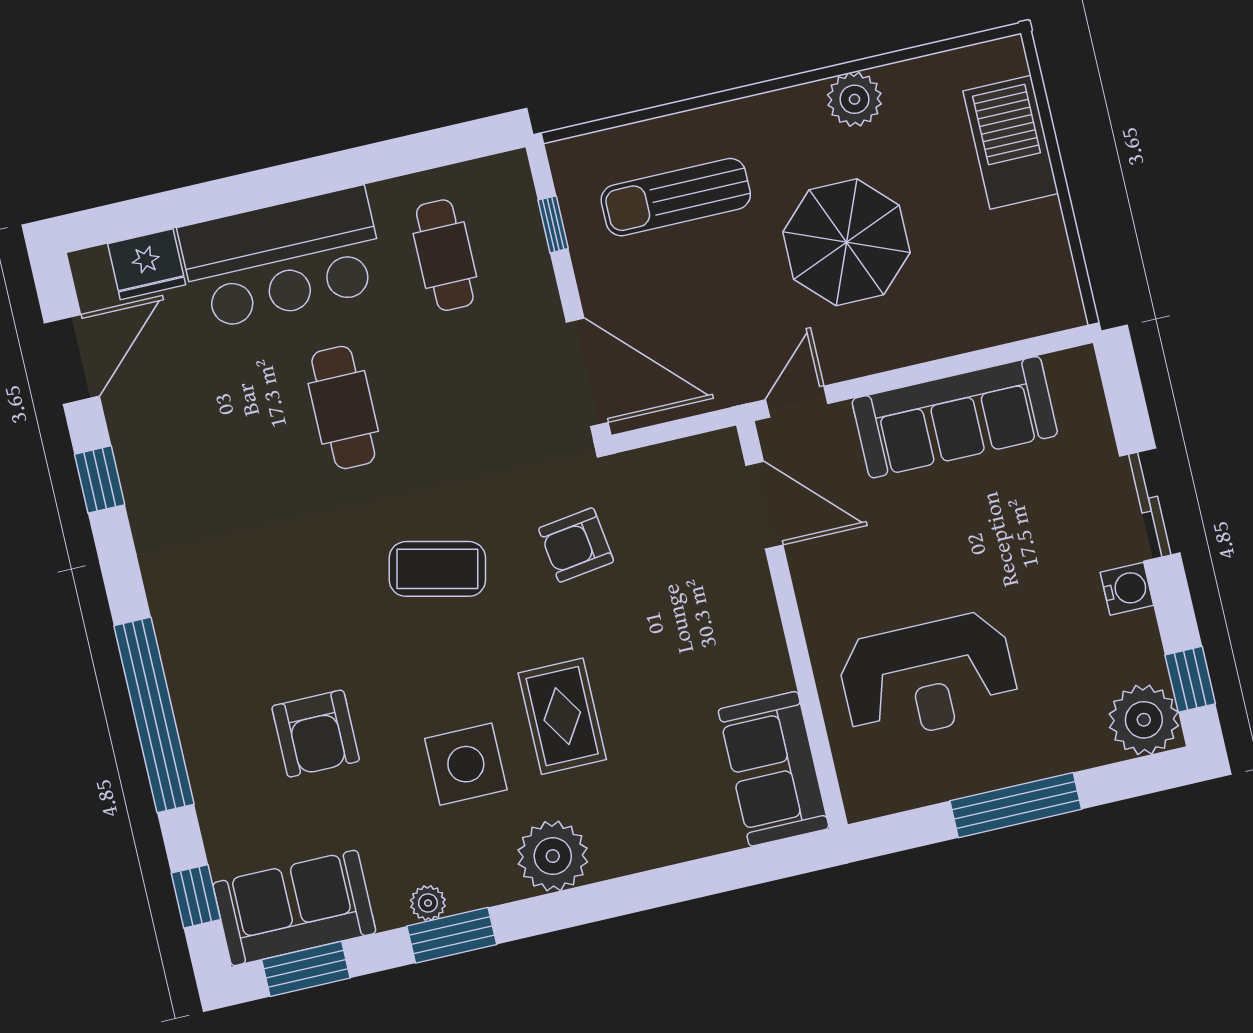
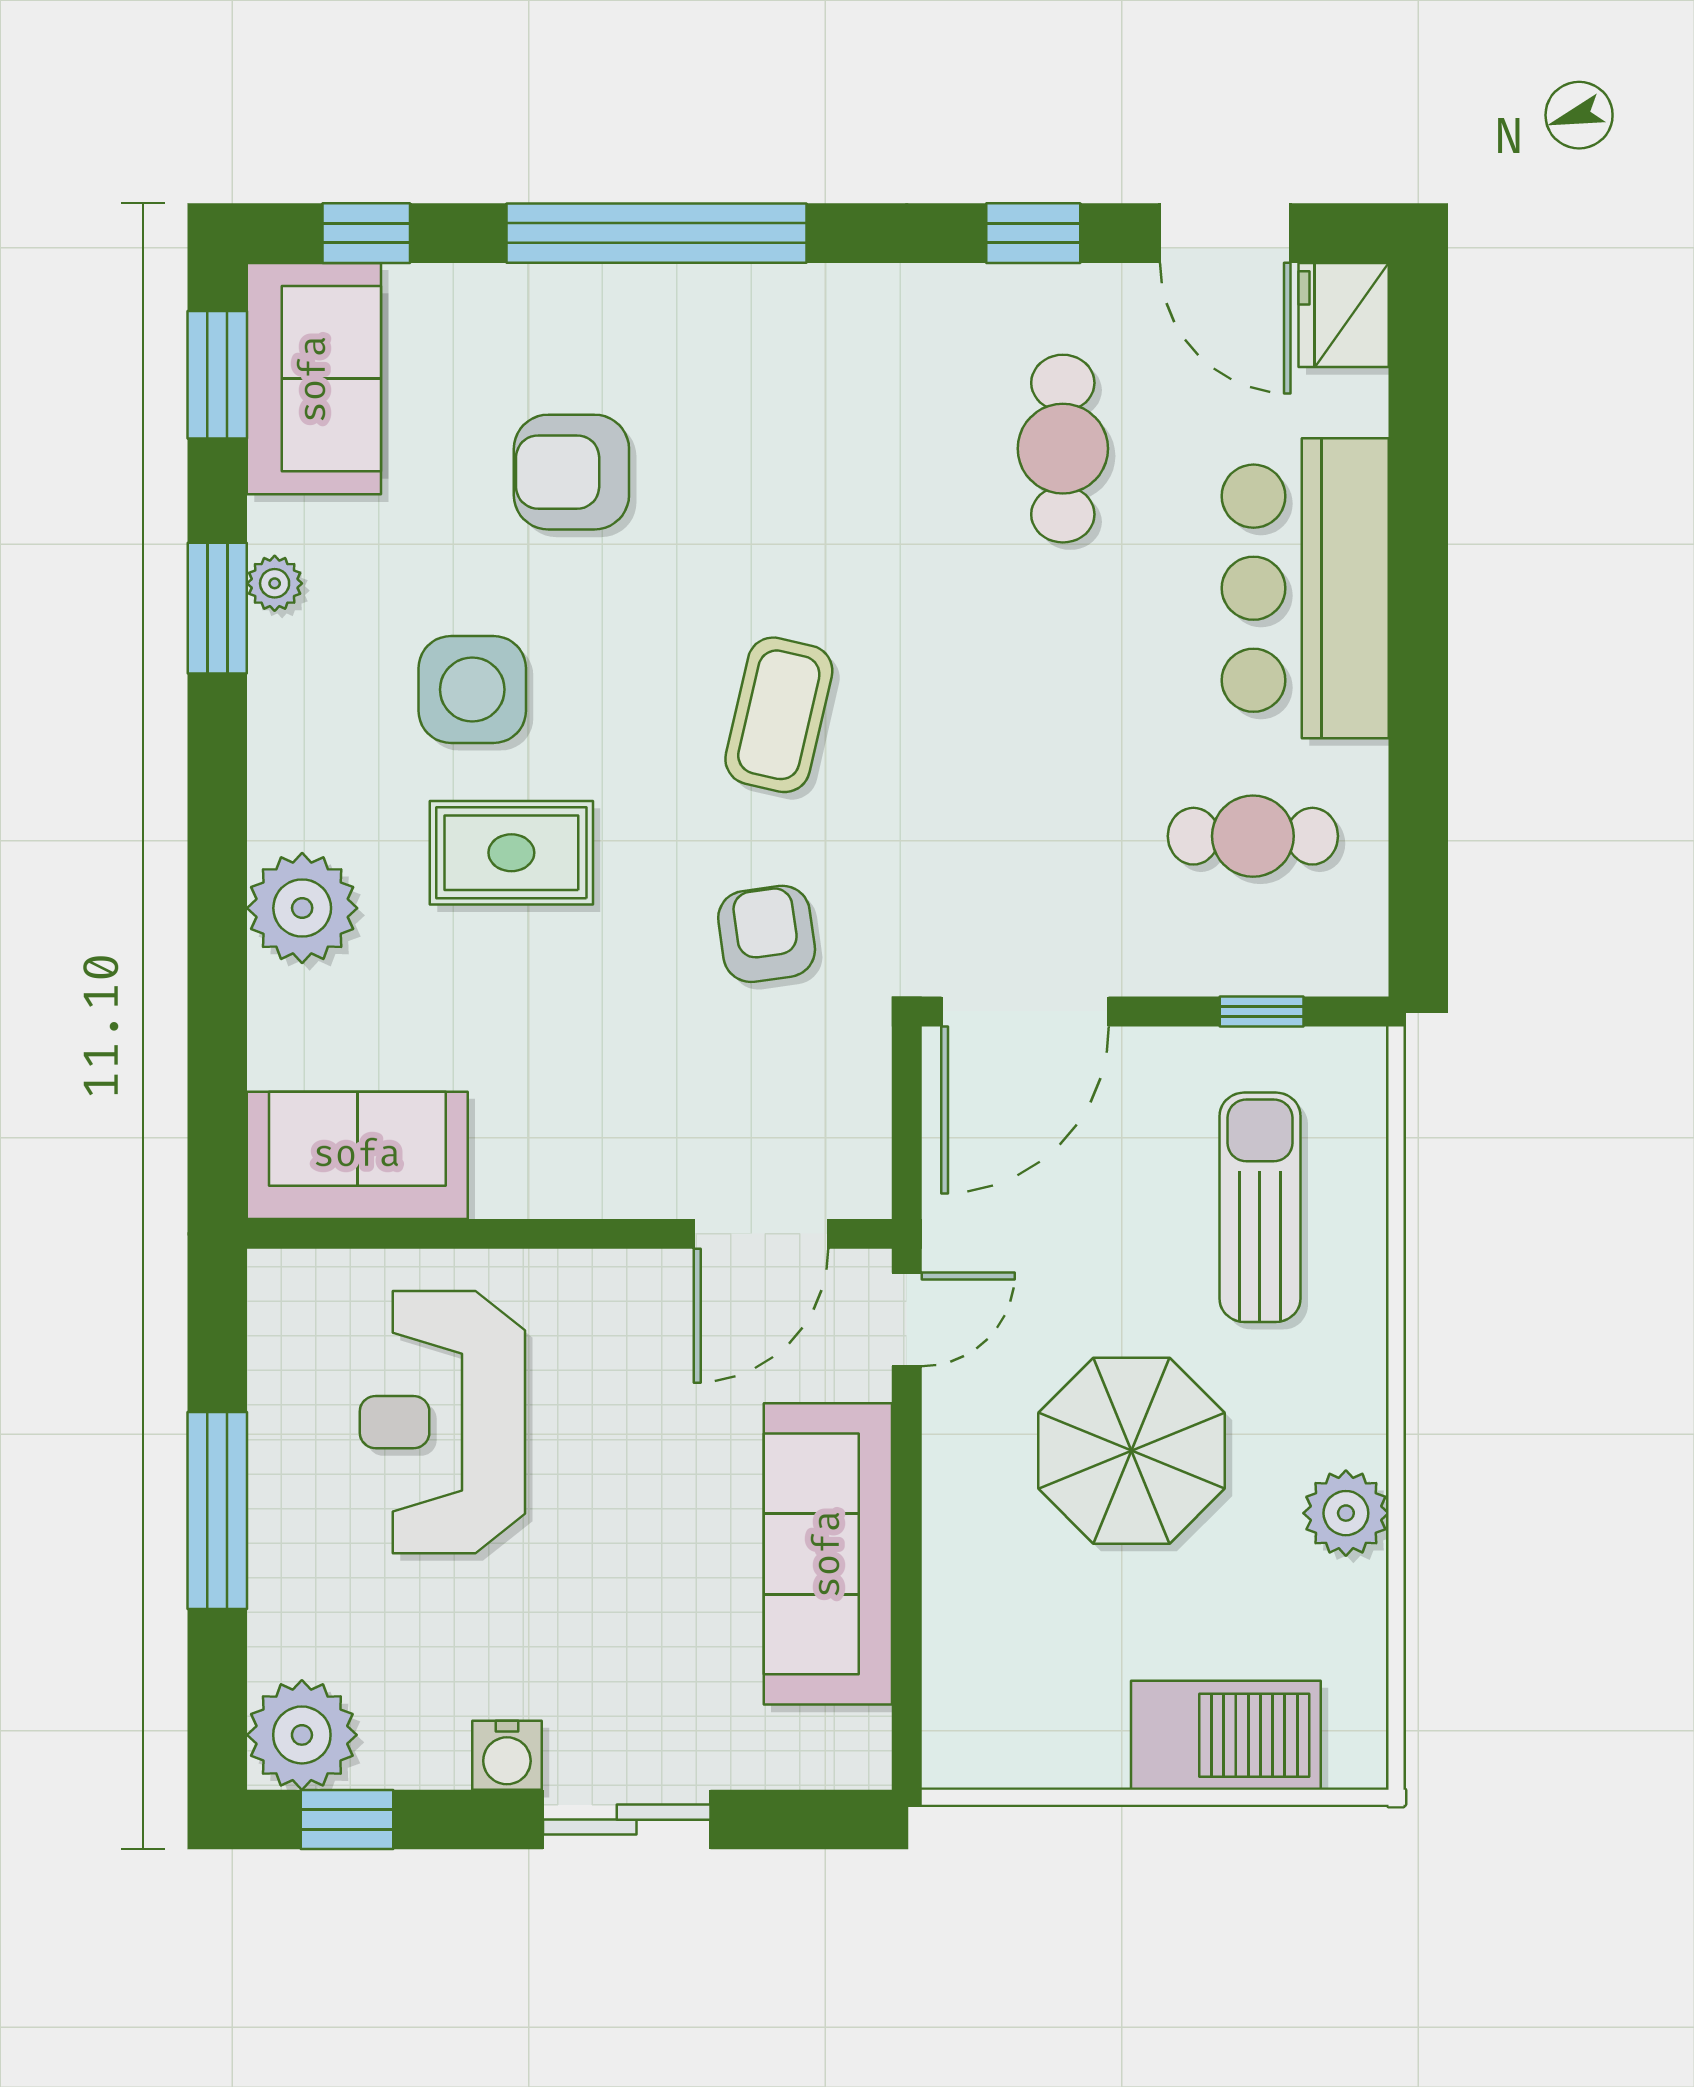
fridge: (147, 264) -> (1344, 315), moved
door: (797, 402) -> (907, 1319), hinge flipped
cafe table: (343, 407) -> (1063, 449), moved, turned 90
plant: (553, 856) -> (302, 908), moved

